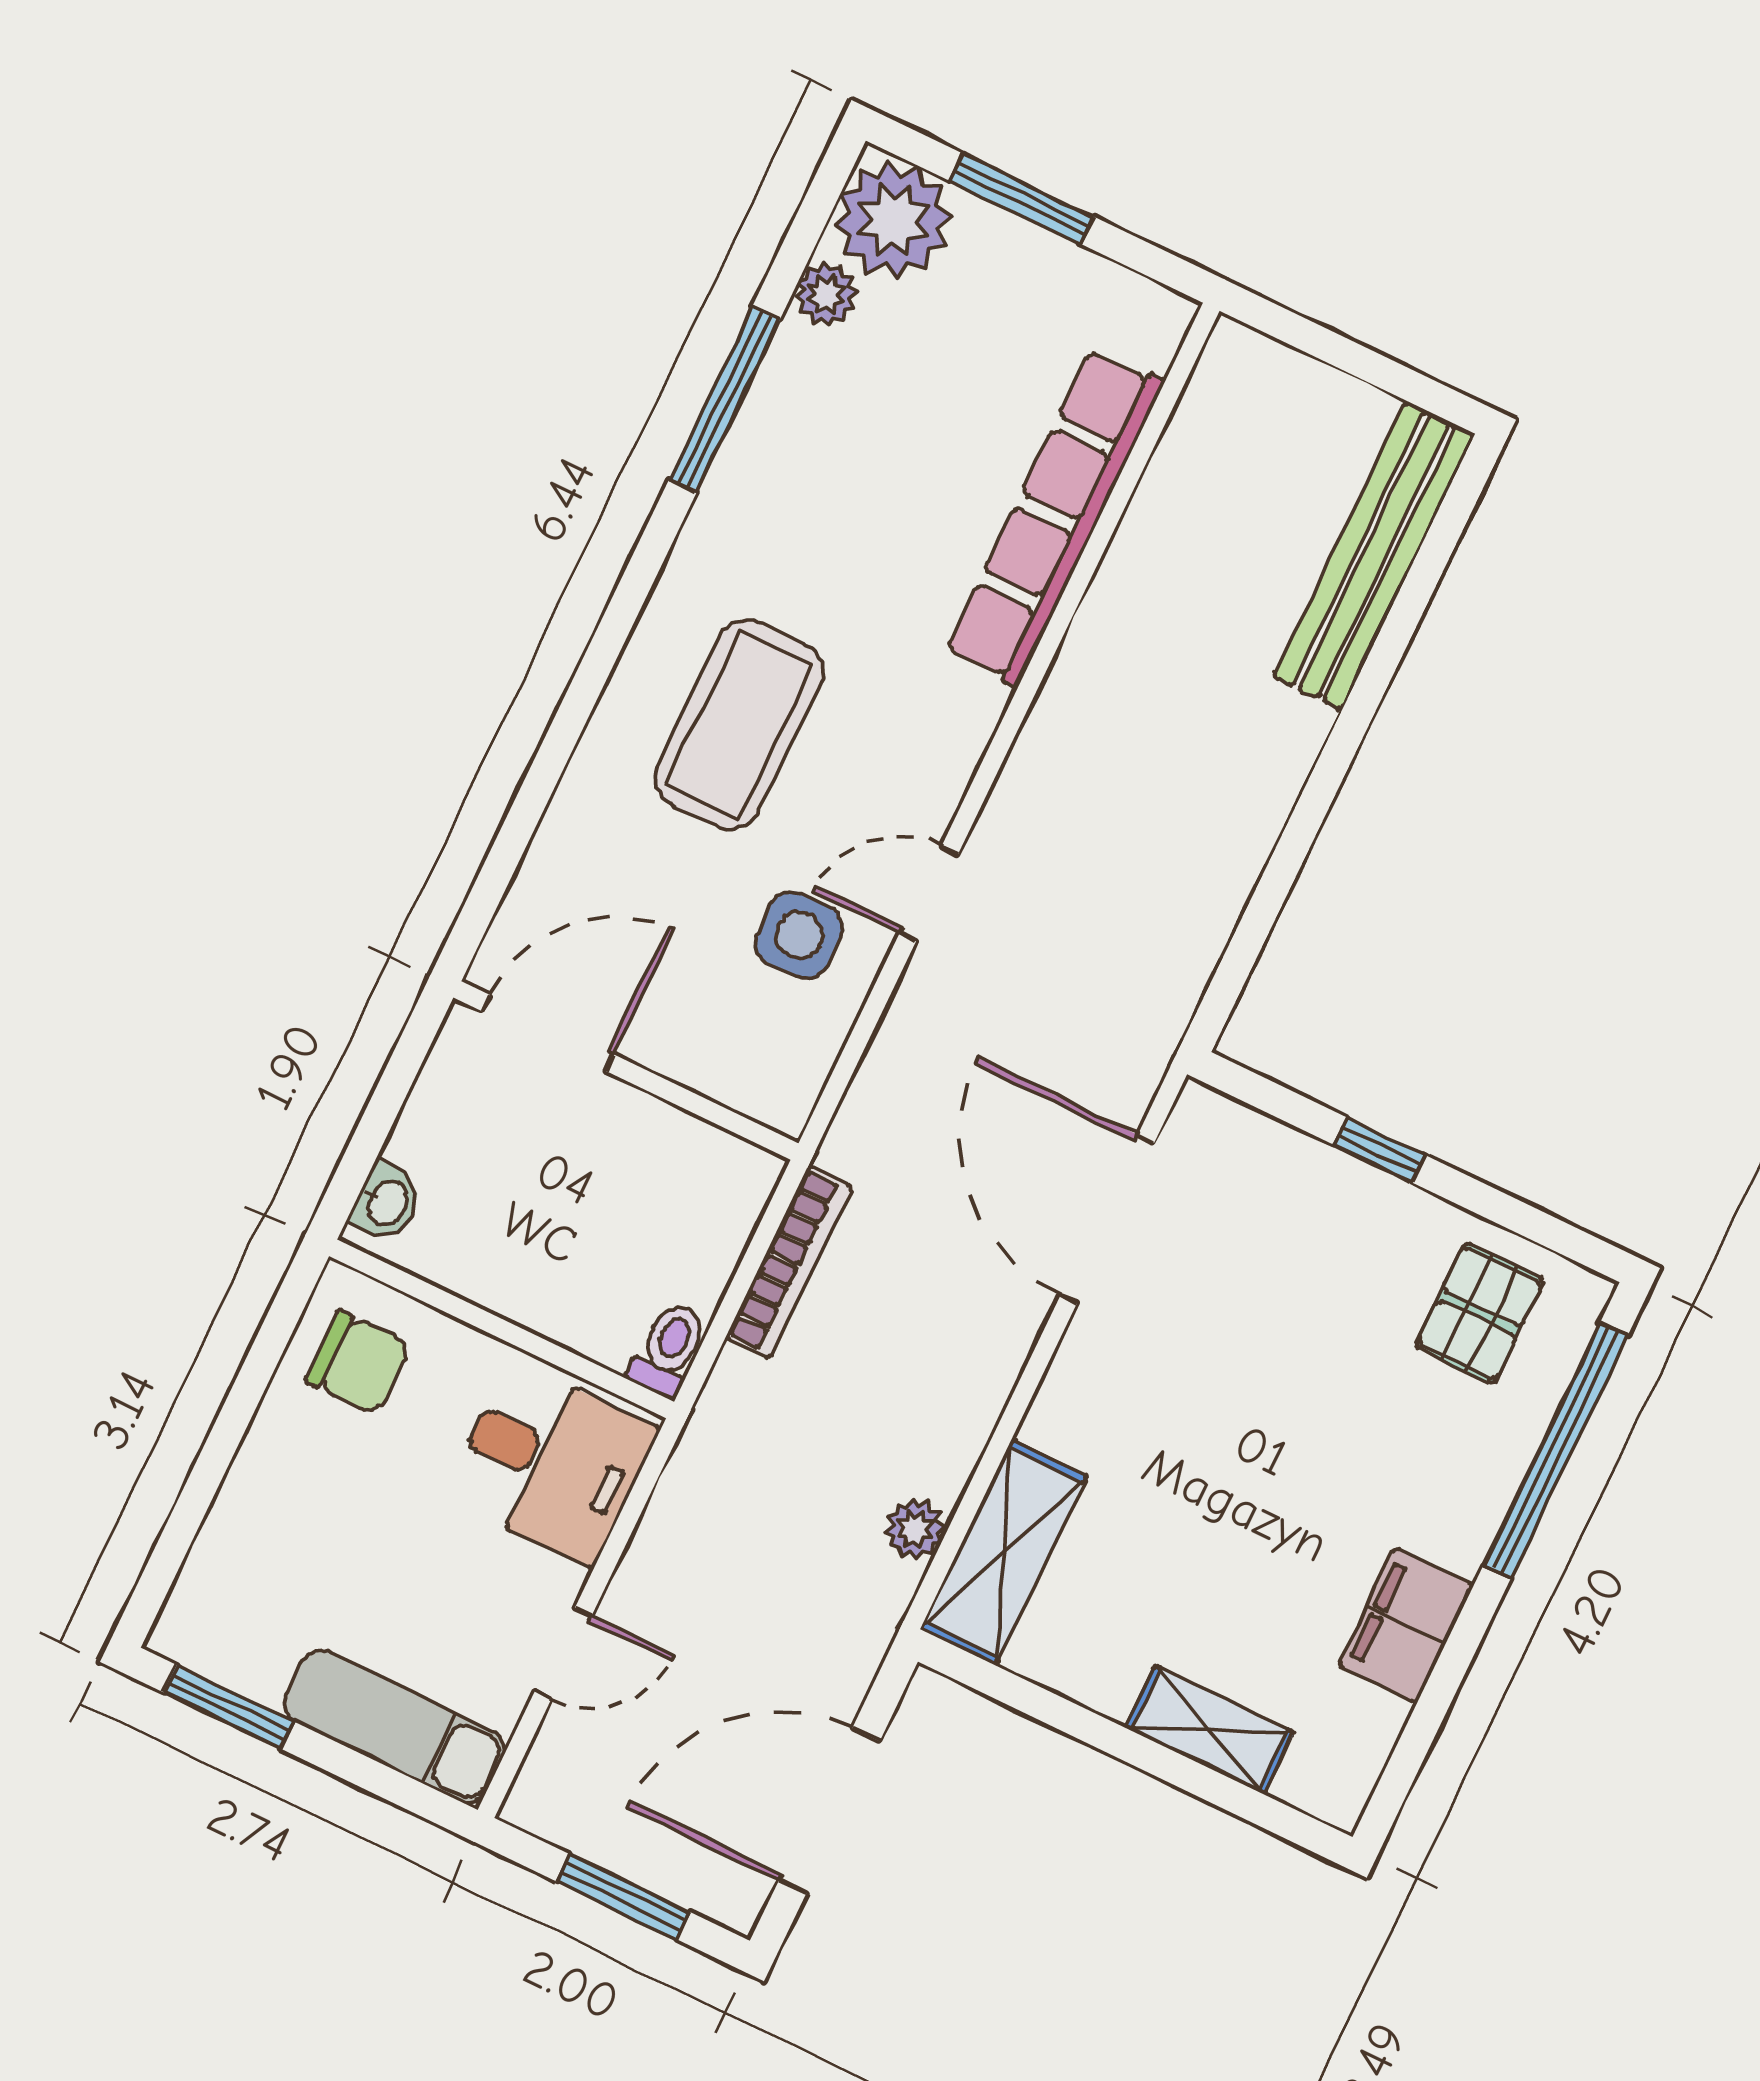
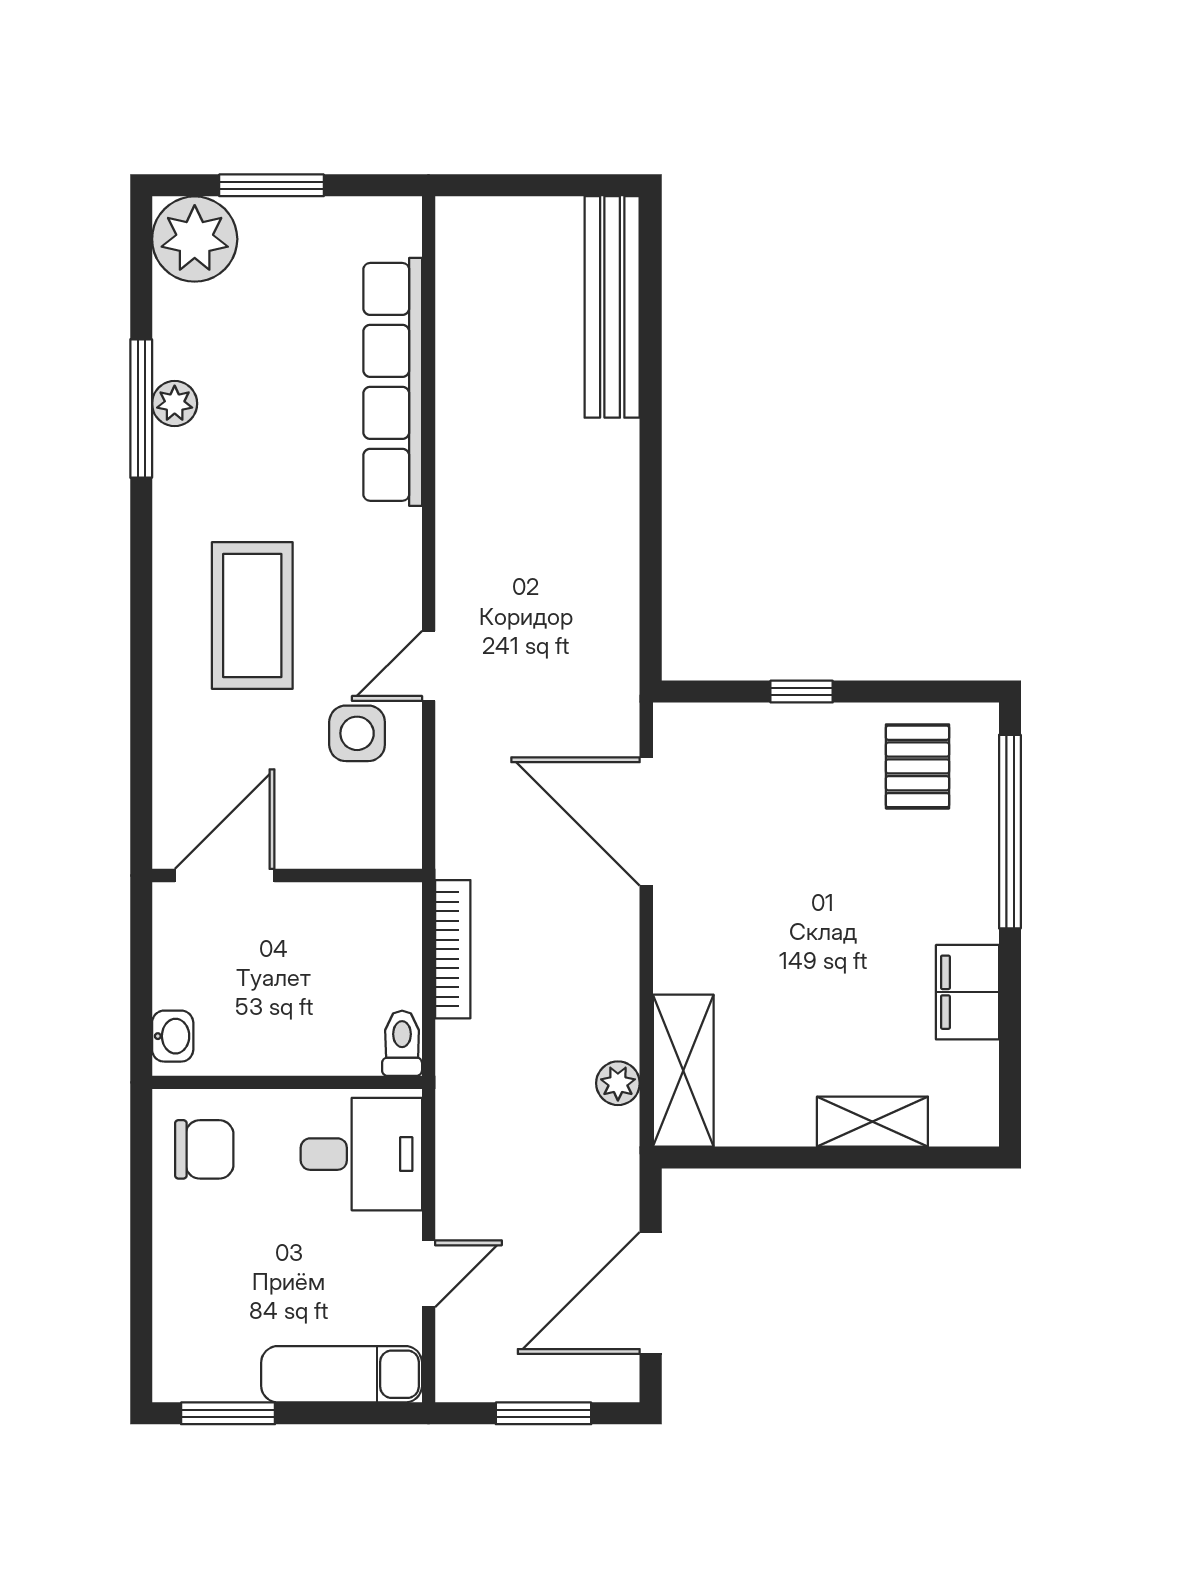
plant: (826, 295) -> (175, 404), moved

